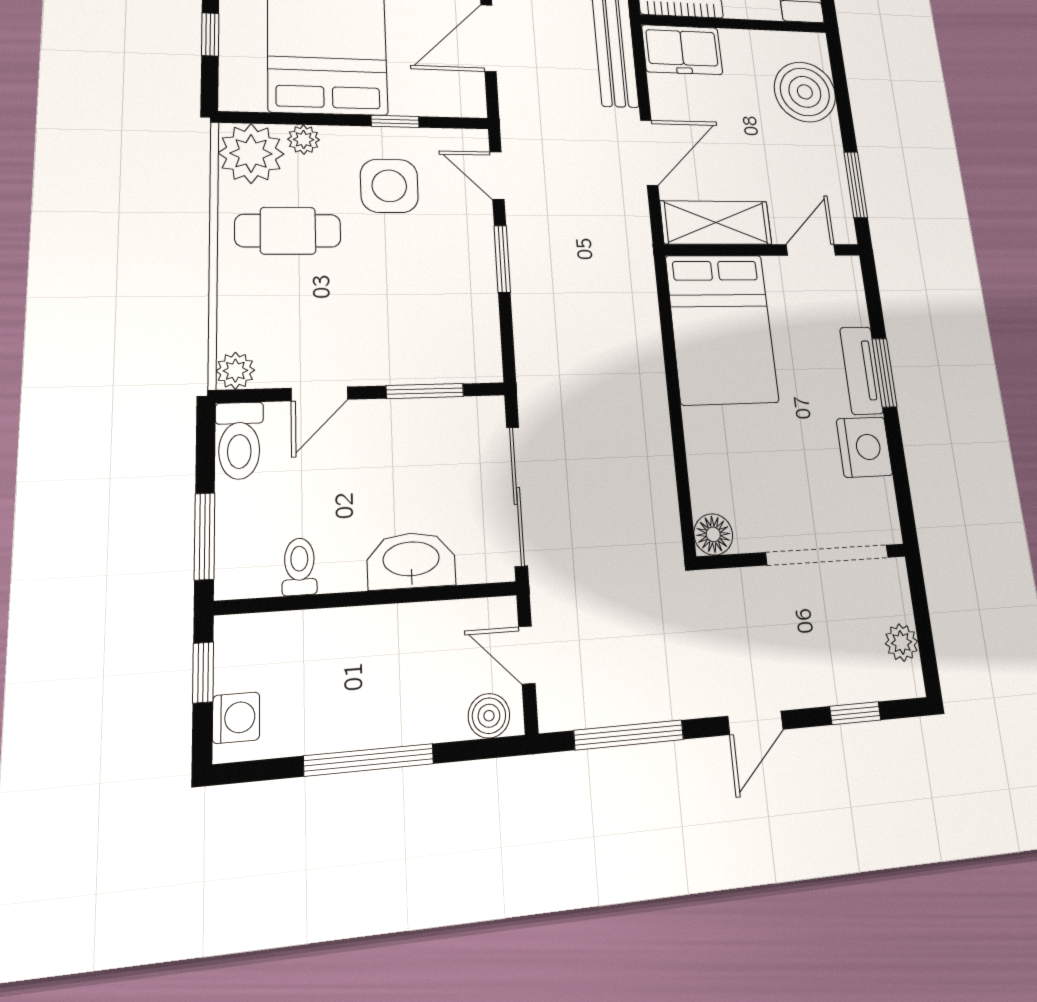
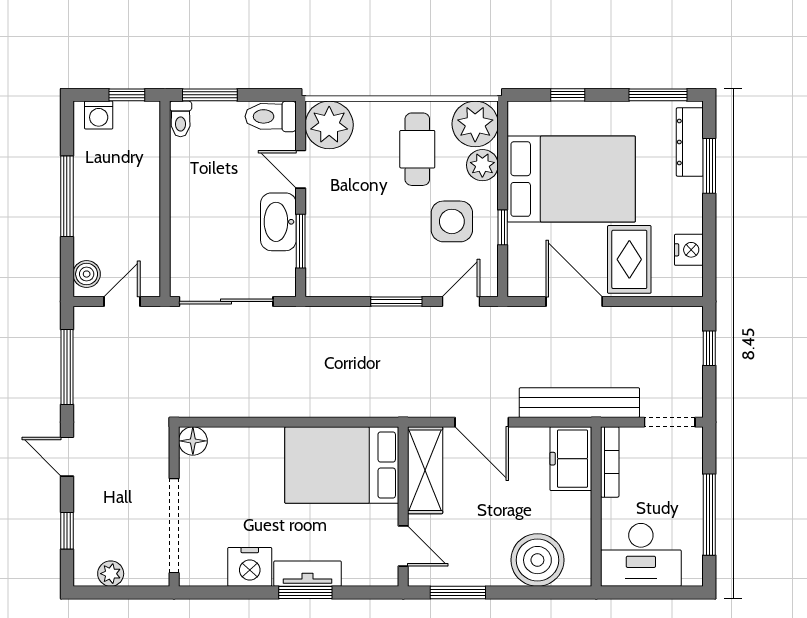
plant: (304, 140) -> (482, 165), width x1.38, depth x1.38
plant: (235, 371) -> (329, 125), width x1.88, depth x1.88
washbasin: (411, 560) -> (278, 222), moved, turned 180
toilet: (299, 567) -> (181, 119), moved, turned 90

